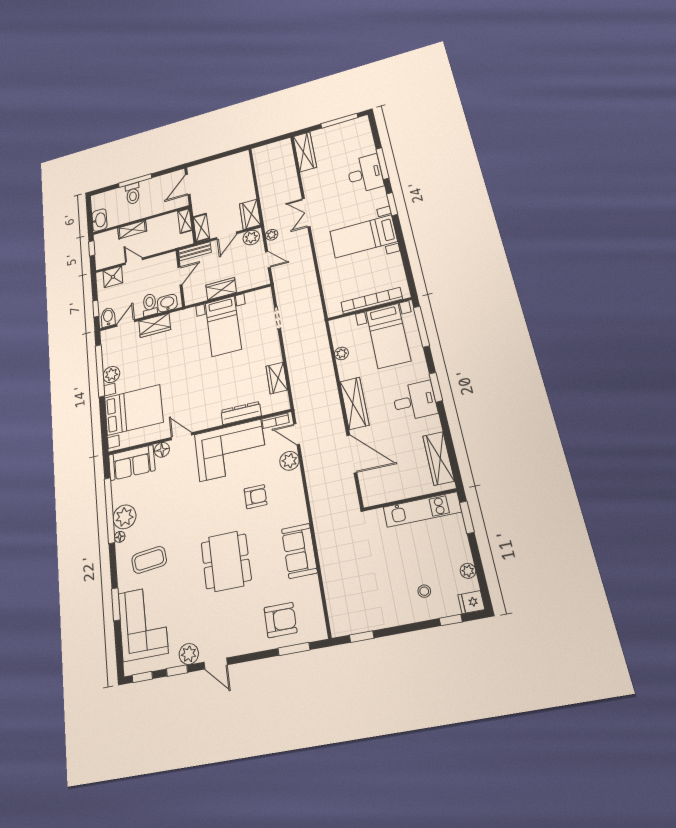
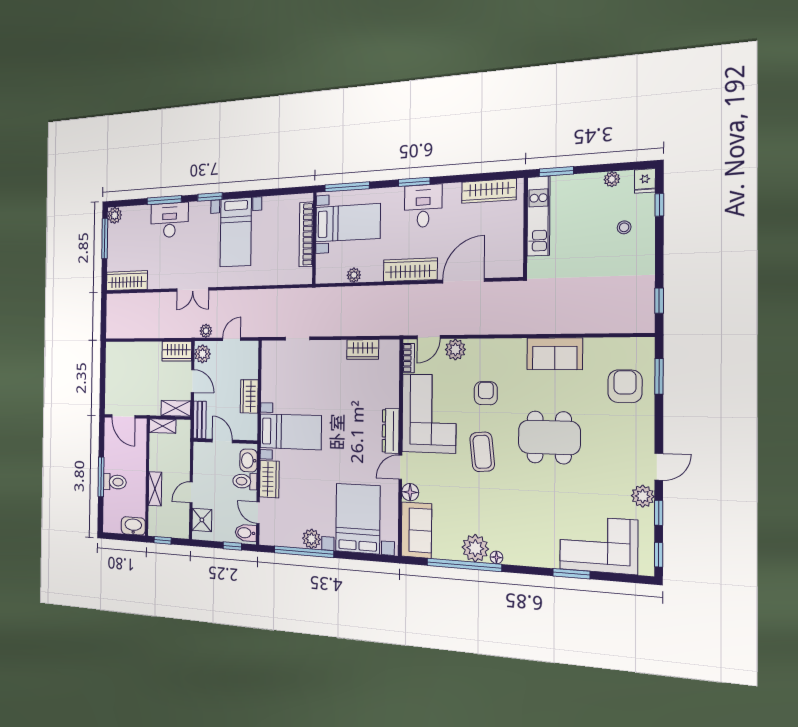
plant: (362, 123) -> (115, 215), added
bed with nightstands: (223, 326) -> (290, 432), moved
dresser: (241, 413) -> (391, 431), moved
coffee table: (149, 560) -> (482, 452), moved

